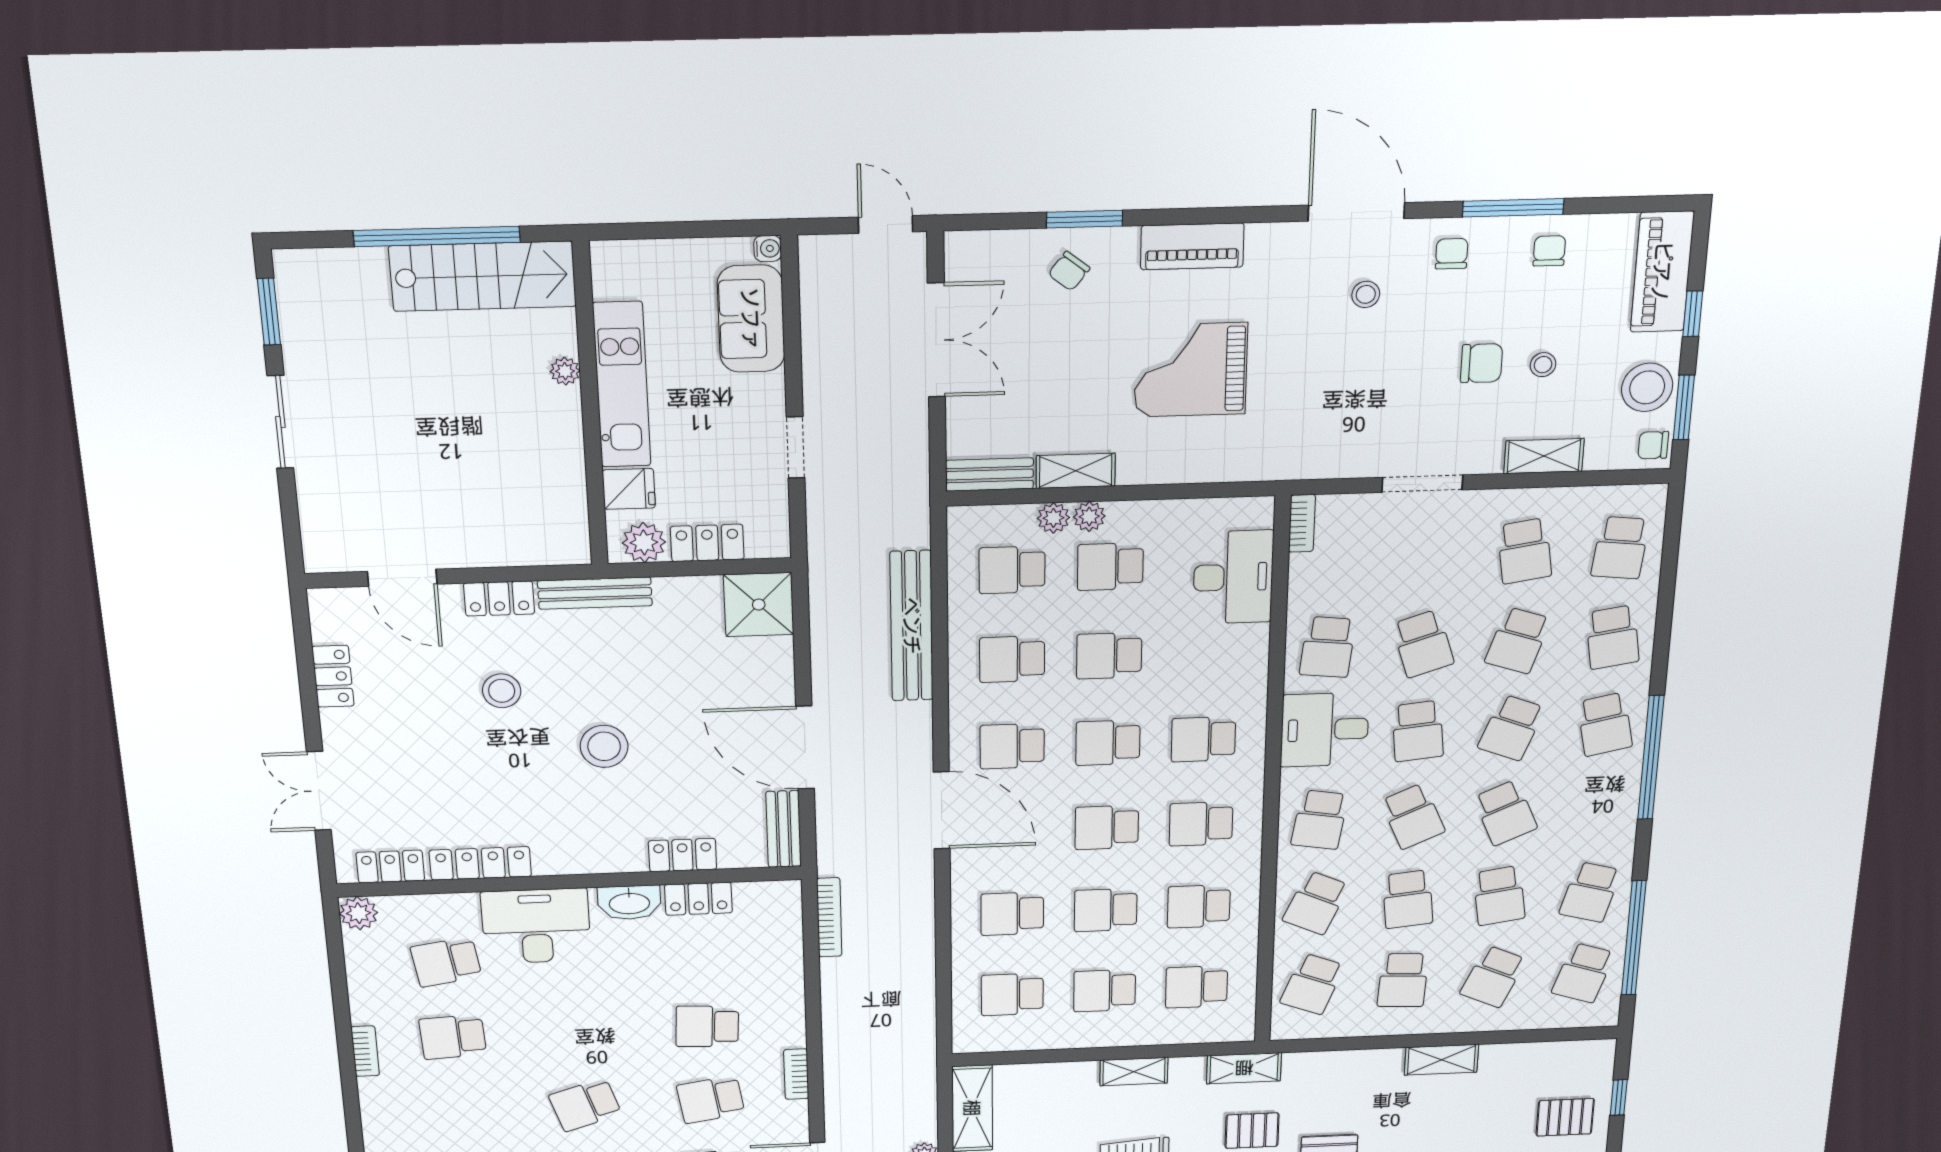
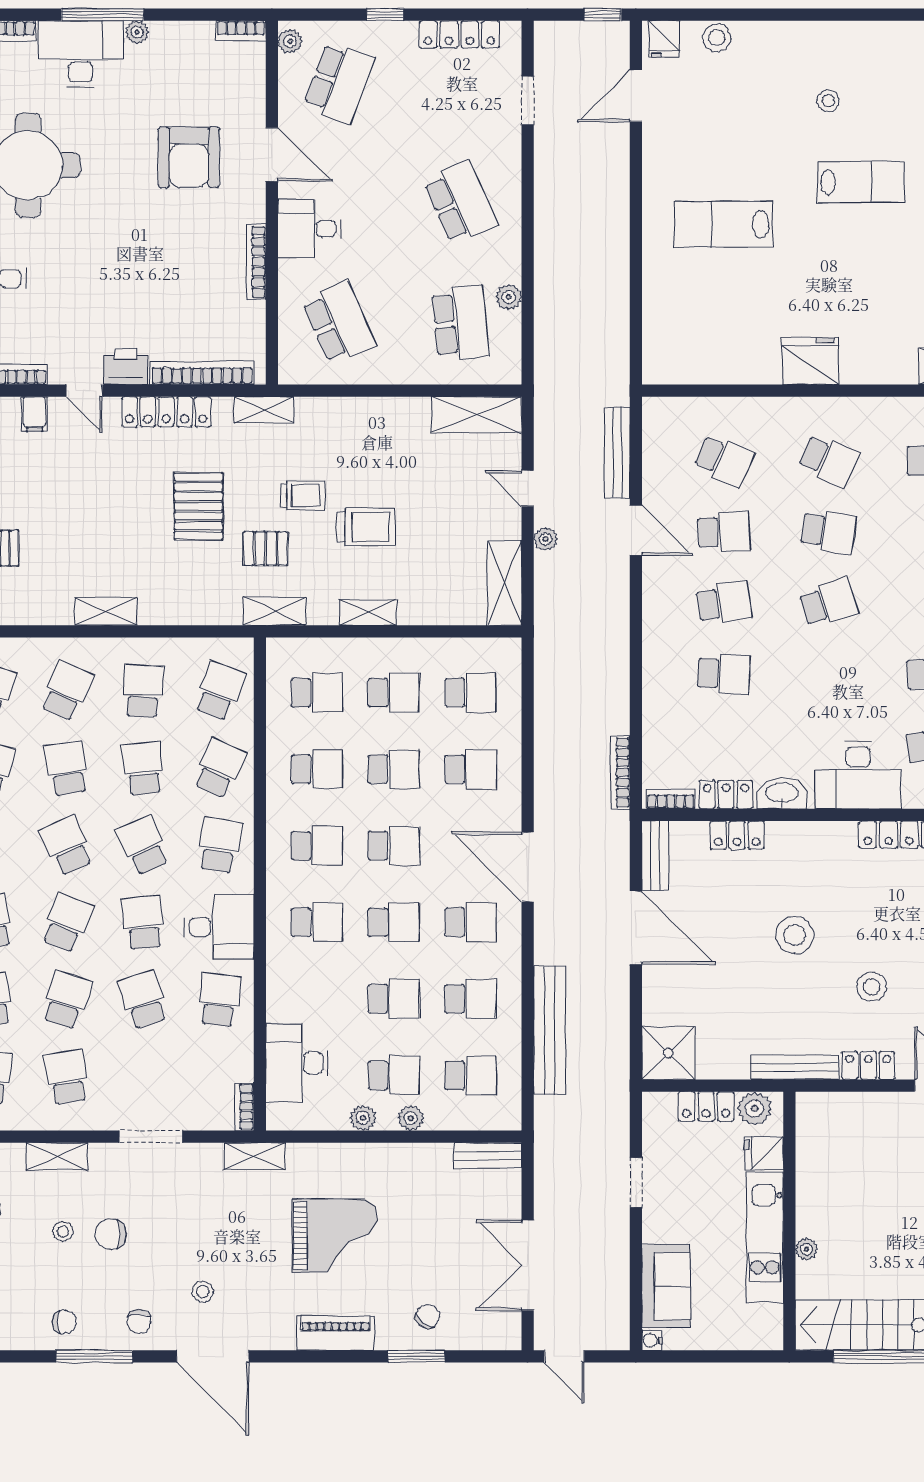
chair: (1549, 251) -> (65, 1322), turned -90
shelving: (1076, 471) -> (254, 1156), moved
plant: (1053, 518) -> (363, 1118), moved
bookcase: (796, 1074) -> (671, 799), moved, turned -90

